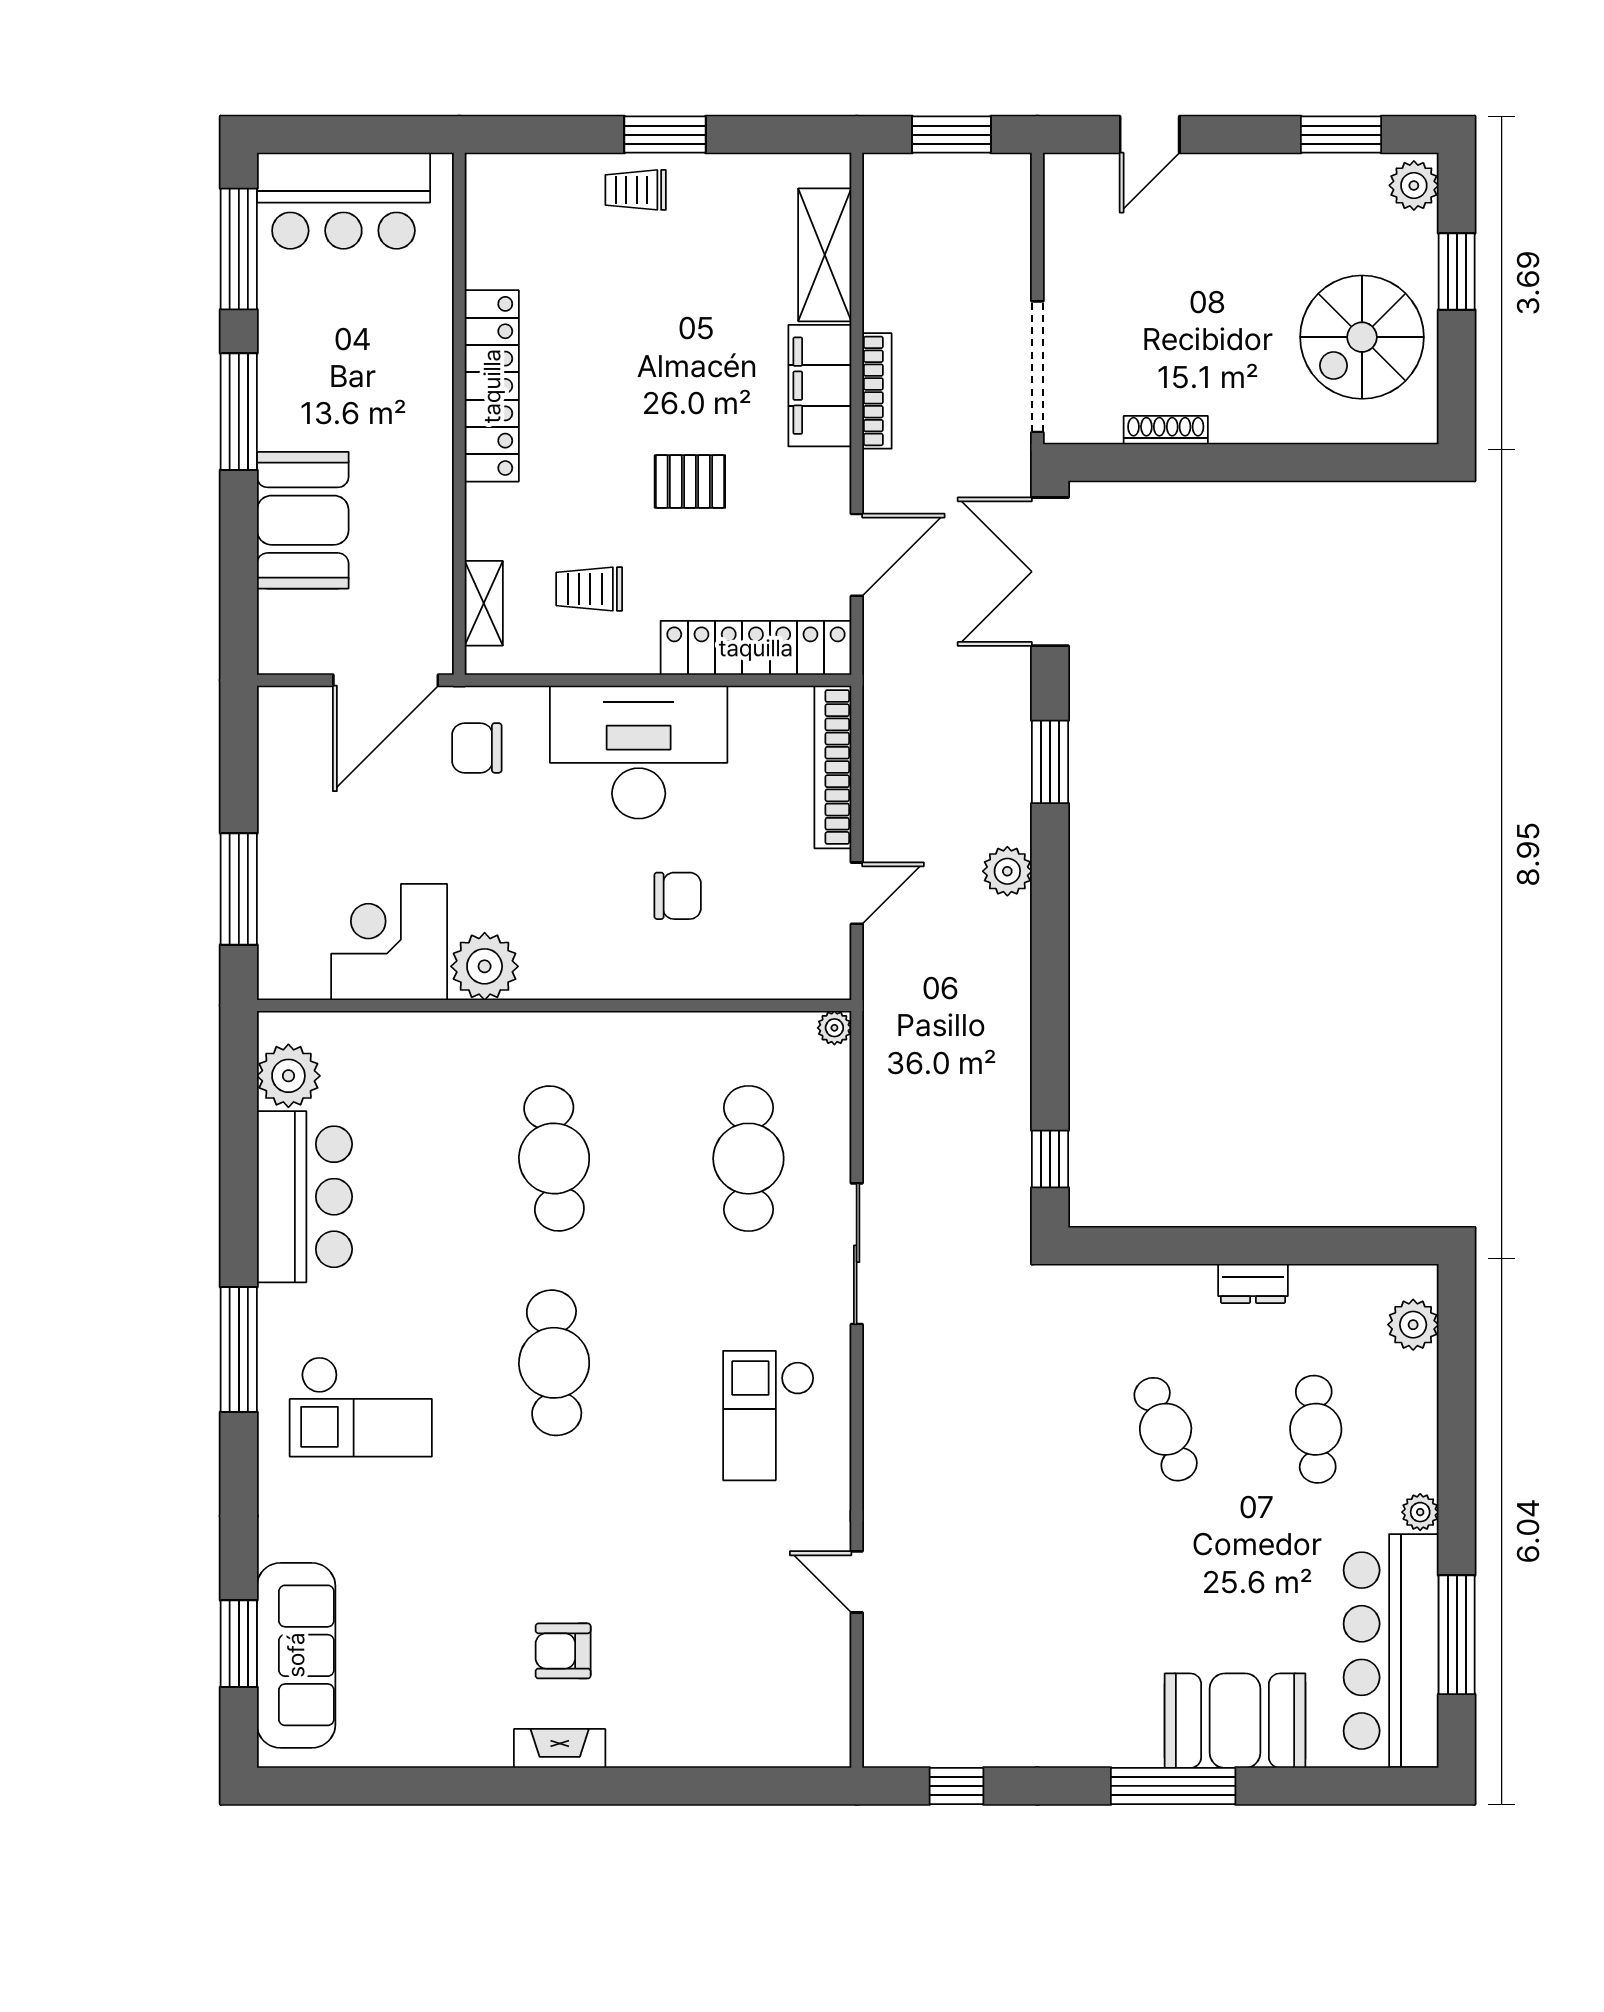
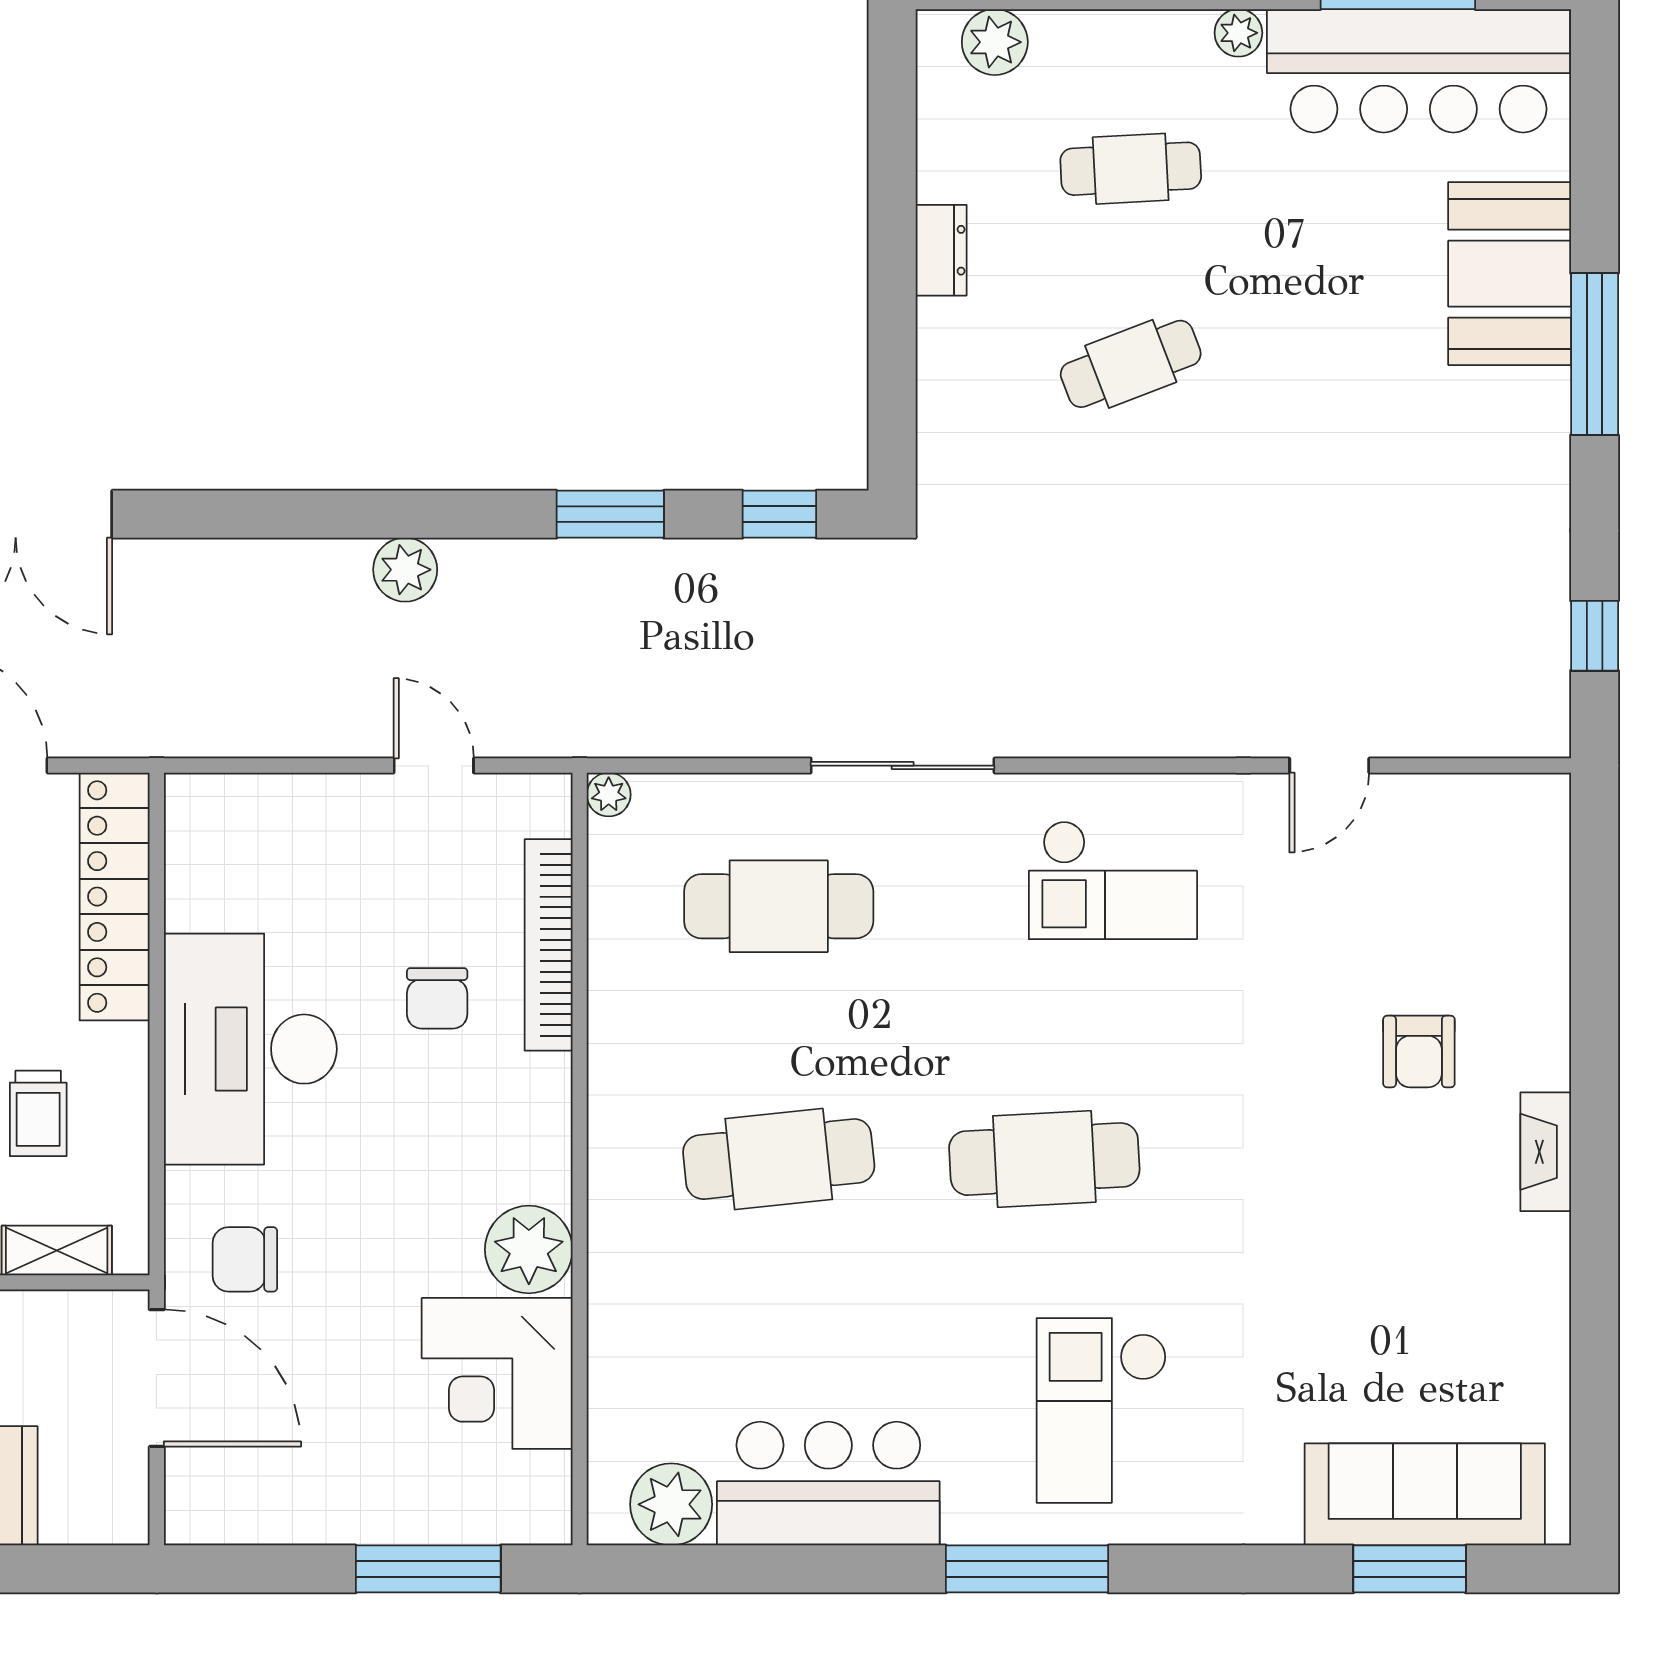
chair: (477, 748) -> (245, 1259), turned 90
window: (1050, 762) -> (610, 514), moved
bookcase: (833, 767) -> (549, 945), moved, turned 90
chair: (678, 896) -> (437, 998), turned 180
checkout: (361, 1407) -> (1102, 1410), turned 180
armchair: (563, 1651) -> (1419, 1052), moved

